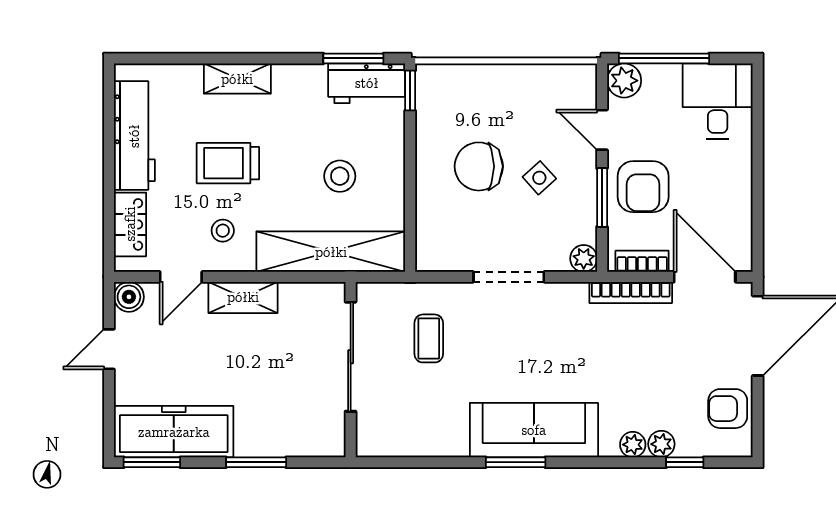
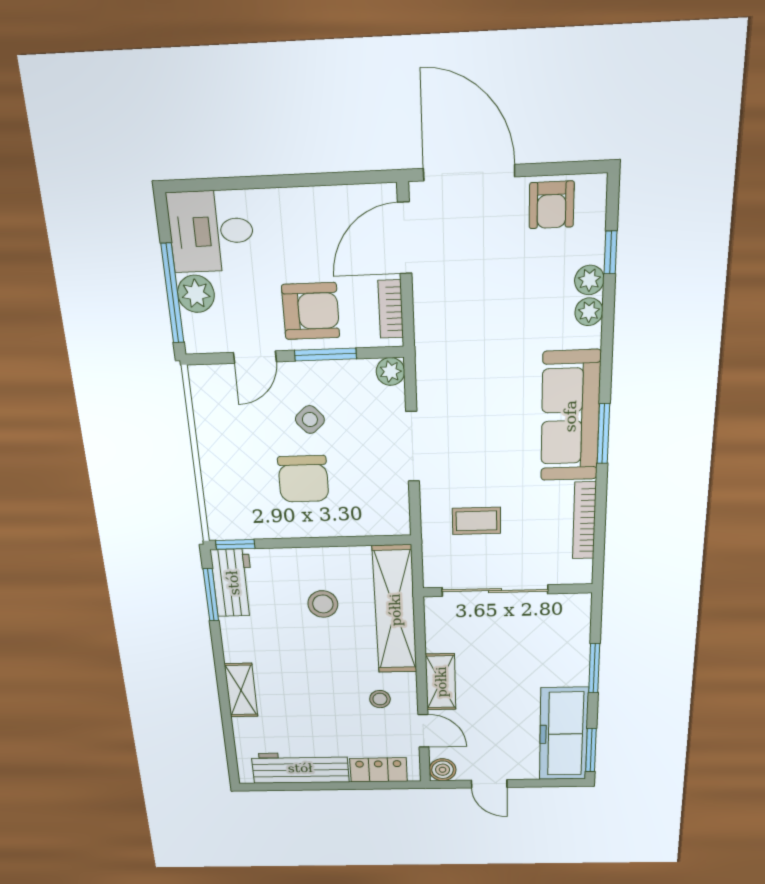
plant: (624, 81) -> (196, 294), moved
trolley: (228, 163) -> (318, 696), removed
bookcase: (631, 292) -> (584, 521), moved, turned 180

